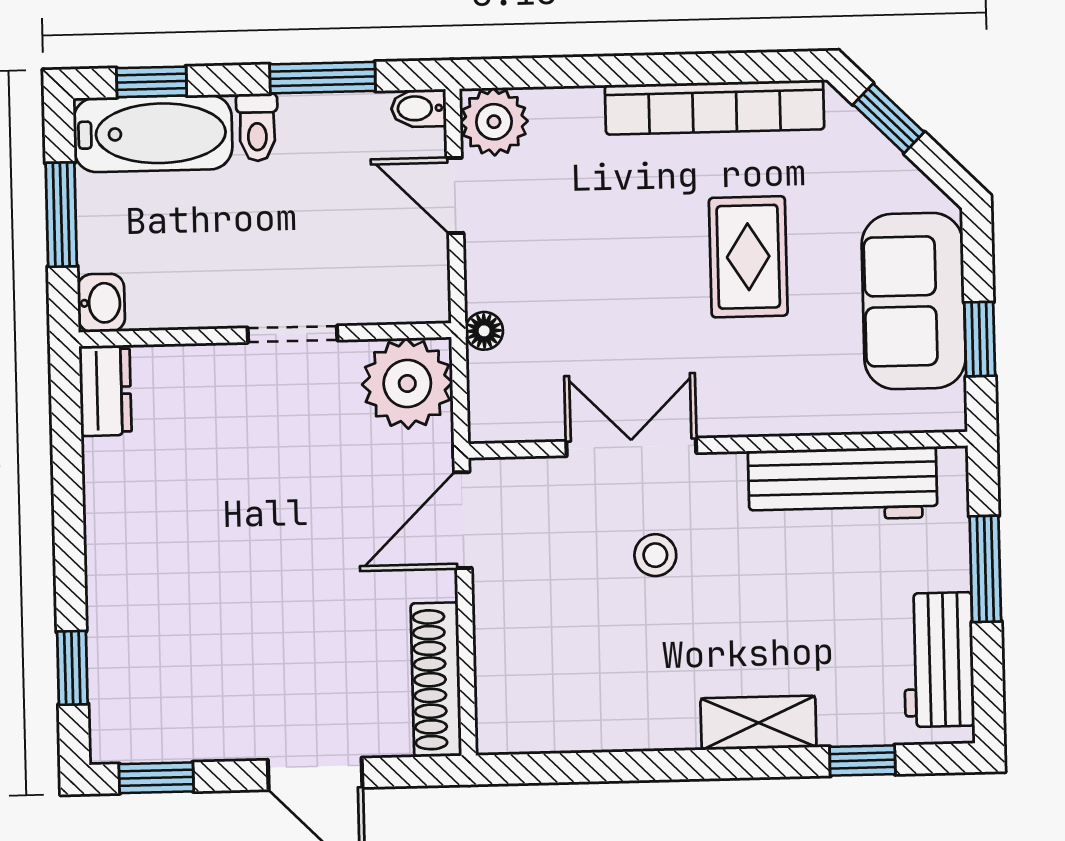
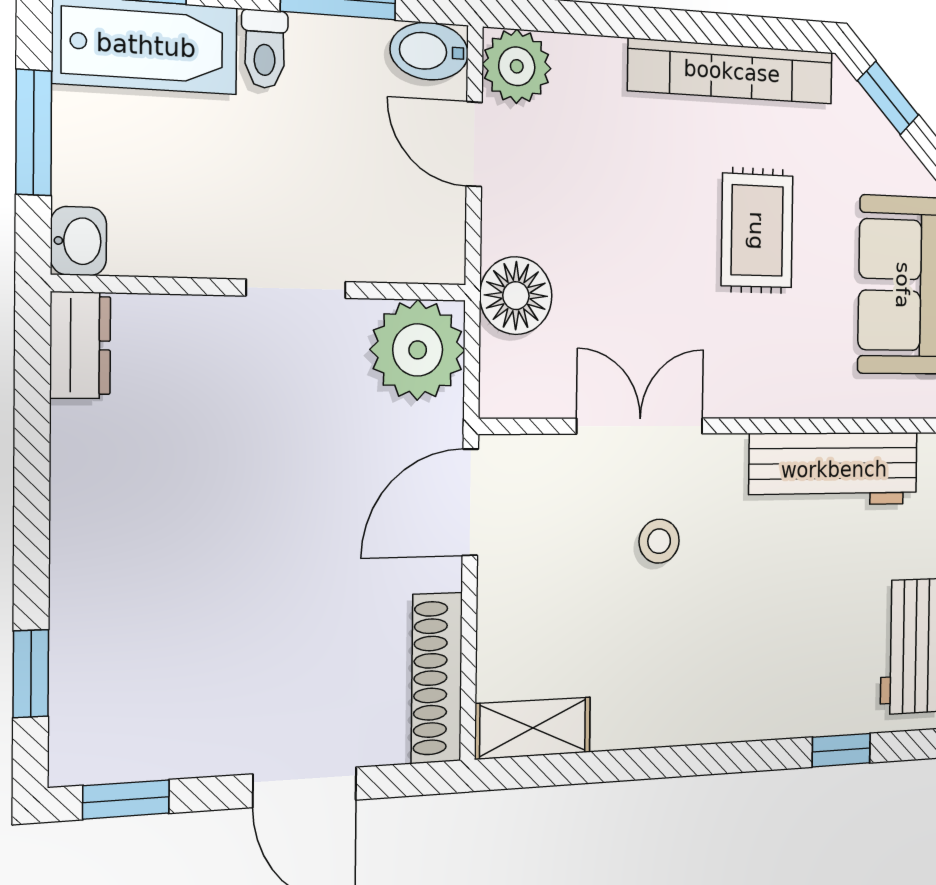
bidet: (419, 108) -> (429, 51), width x1.38, depth x1.36
floor lamp: (484, 331) -> (516, 296), width x1.89, depth x1.89
shelving: (758, 723) -> (533, 728), moved

